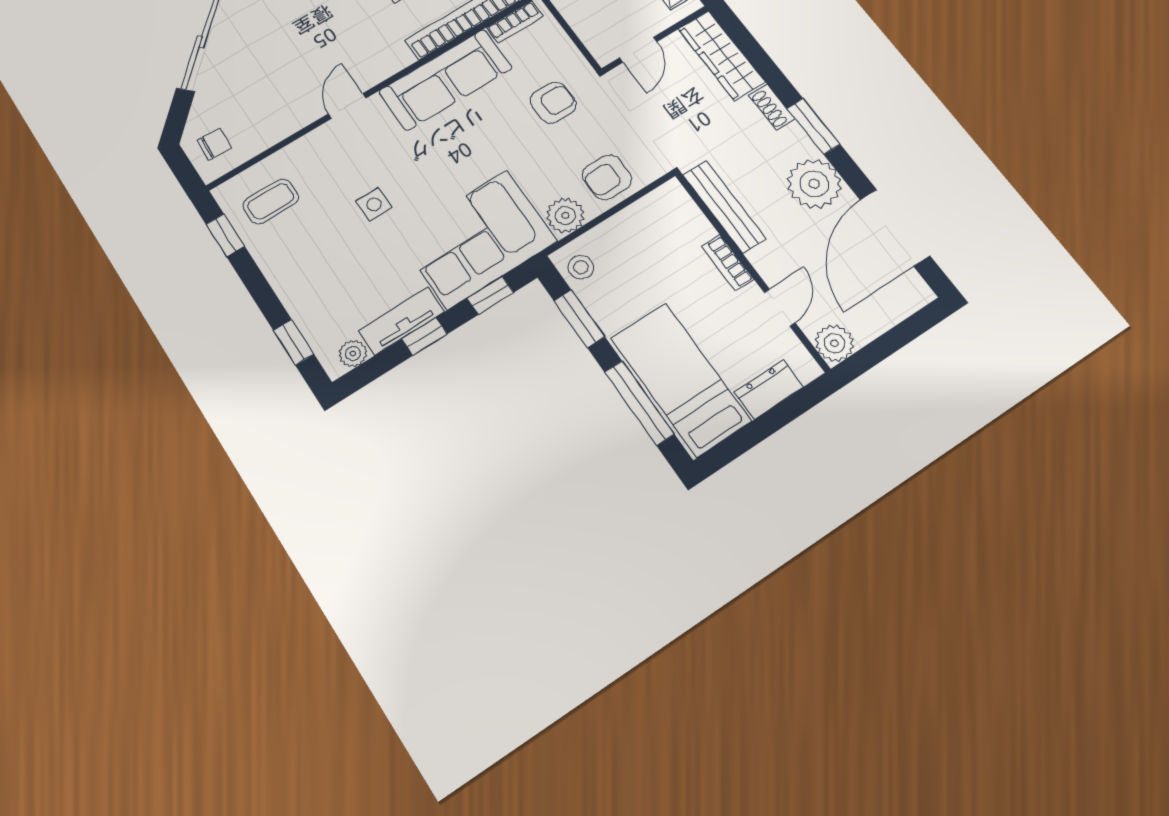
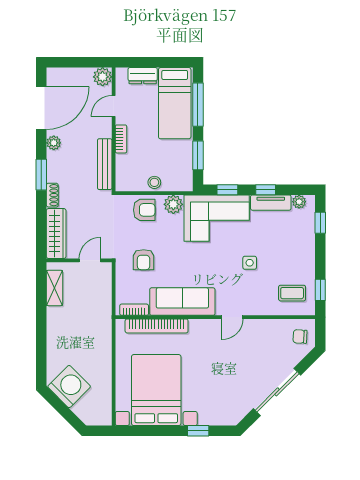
armchair: (553, 103) -> (144, 260), turned -90
plant: (814, 184) -> (54, 143), width x0.53, depth x0.53
stool: (581, 267) -> (154, 182), moved

